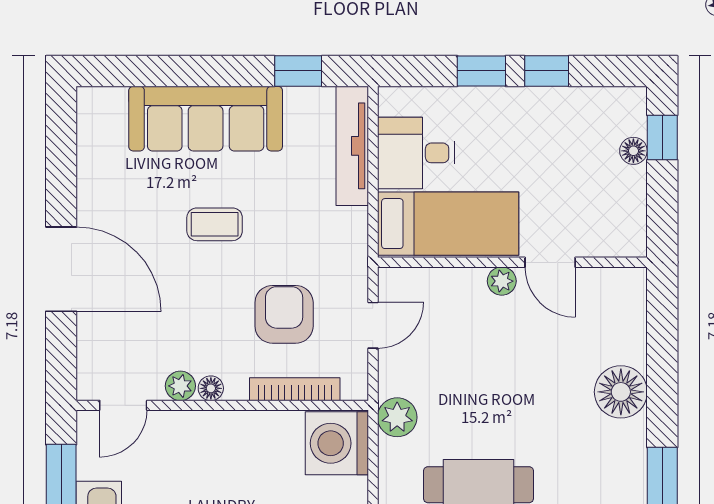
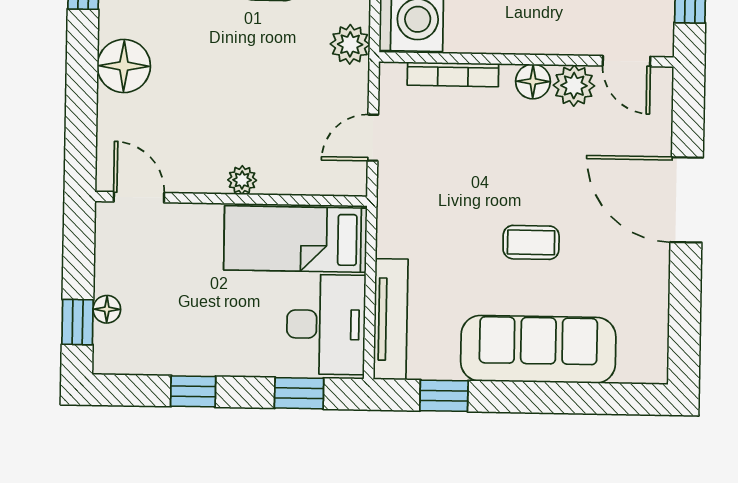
window: (481, 71) -> (299, 393), moved
desk: (416, 153) -> (326, 324), width x1.37
door: (550, 262) -> (139, 197), moved
armchair: (284, 314) -> (462, 150), removed
plant: (180, 386) -> (574, 86), width x1.38, depth x1.38
floor lamp: (211, 388) -> (533, 81), width x1.37, depth x1.37
door: (123, 405) -> (626, 61), swing flipped

